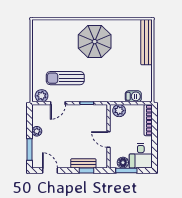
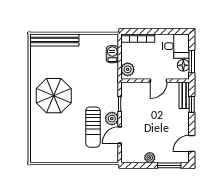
plant: (42, 96) -> (112, 119), moved
door: (58, 103) -> (120, 135), swing flipped
bench: (83, 163) -> (184, 95), moved

